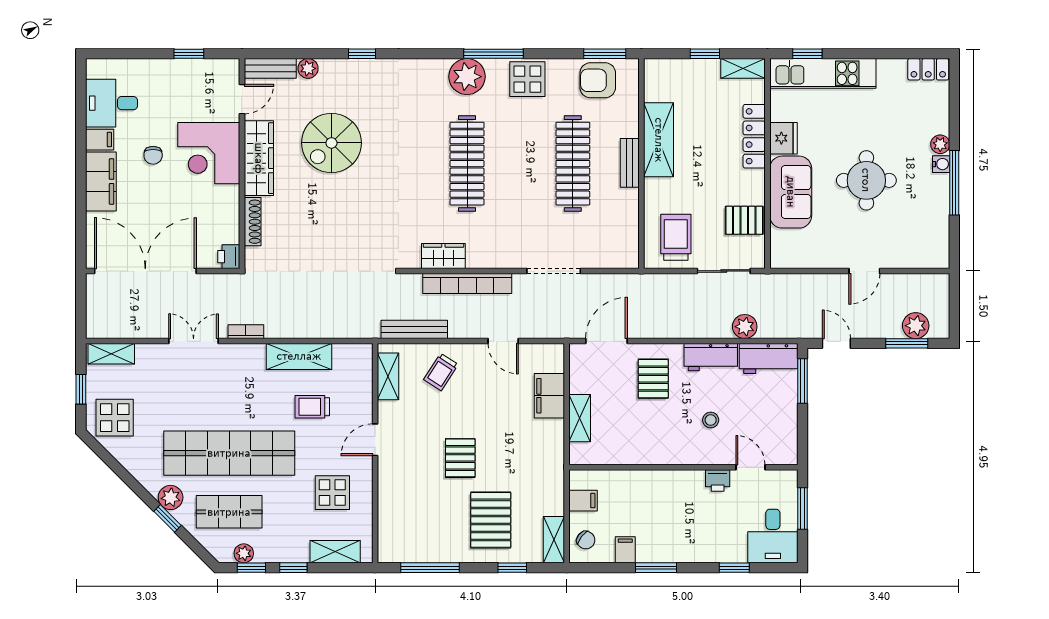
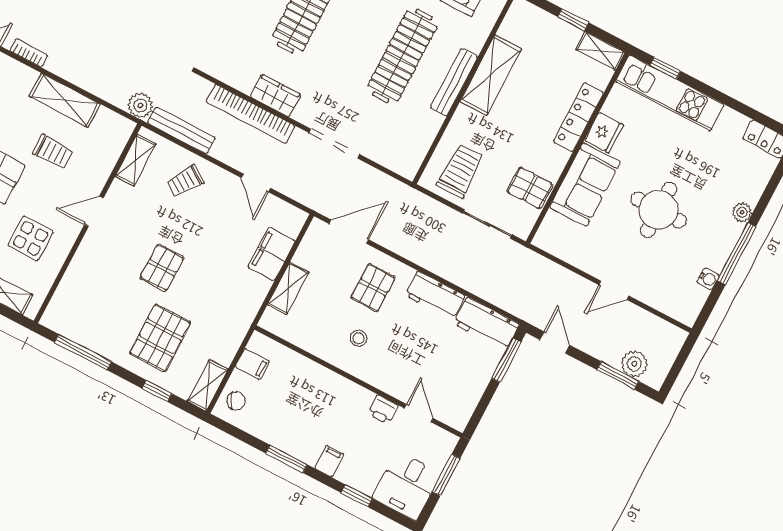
bench: (630, 163) -> (454, 82), width x1.36
water cooler: (941, 164) -> (708, 279), moved
wardrobe: (443, 256) -> (275, 95), moved
plant: (745, 327) -> (140, 106), moved
trolley: (312, 407) -> (53, 152), turned 180
stool: (711, 420) -> (358, 338), moved
chair: (586, 540) -> (236, 401), turned -67
filing cabinet: (625, 550) -> (329, 461), moved

